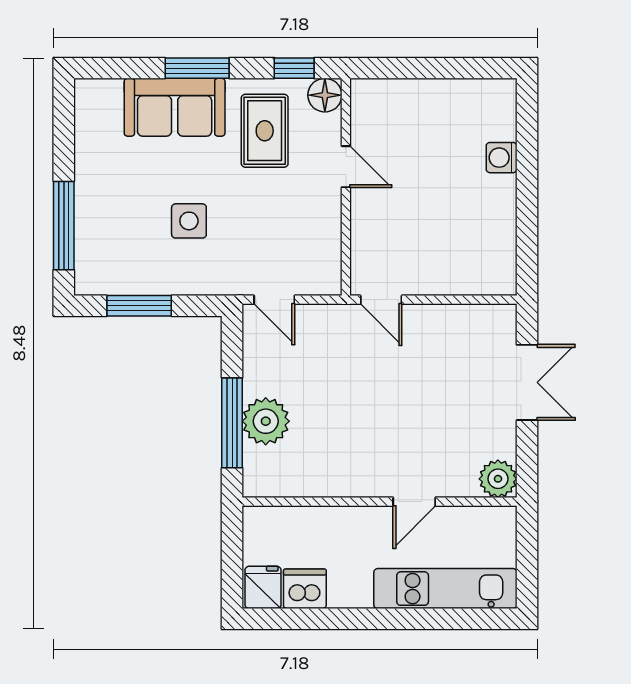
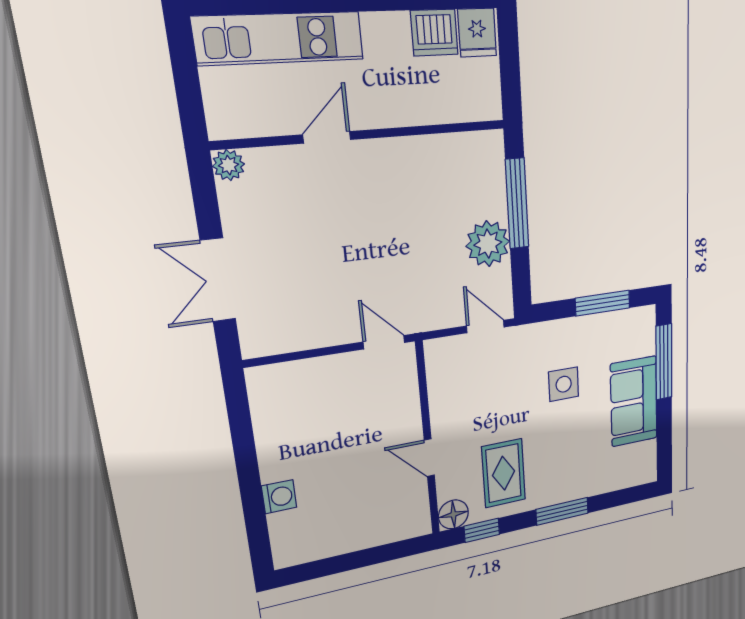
sofa: (175, 107) -> (634, 401), moved, turned -90
plant: (266, 421) -> (488, 244), moved
plant: (498, 479) -> (229, 165), width x0.73, depth x0.73

